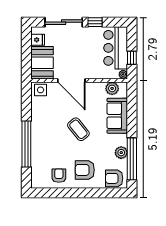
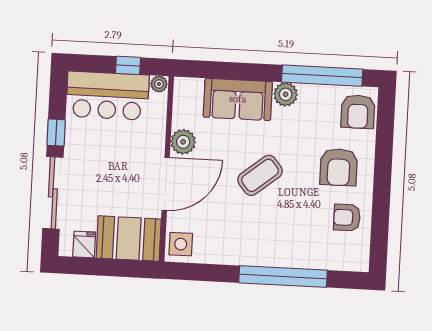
plant: (112, 88) -> (183, 142), moved
plant: (121, 153) -> (286, 94), moved

